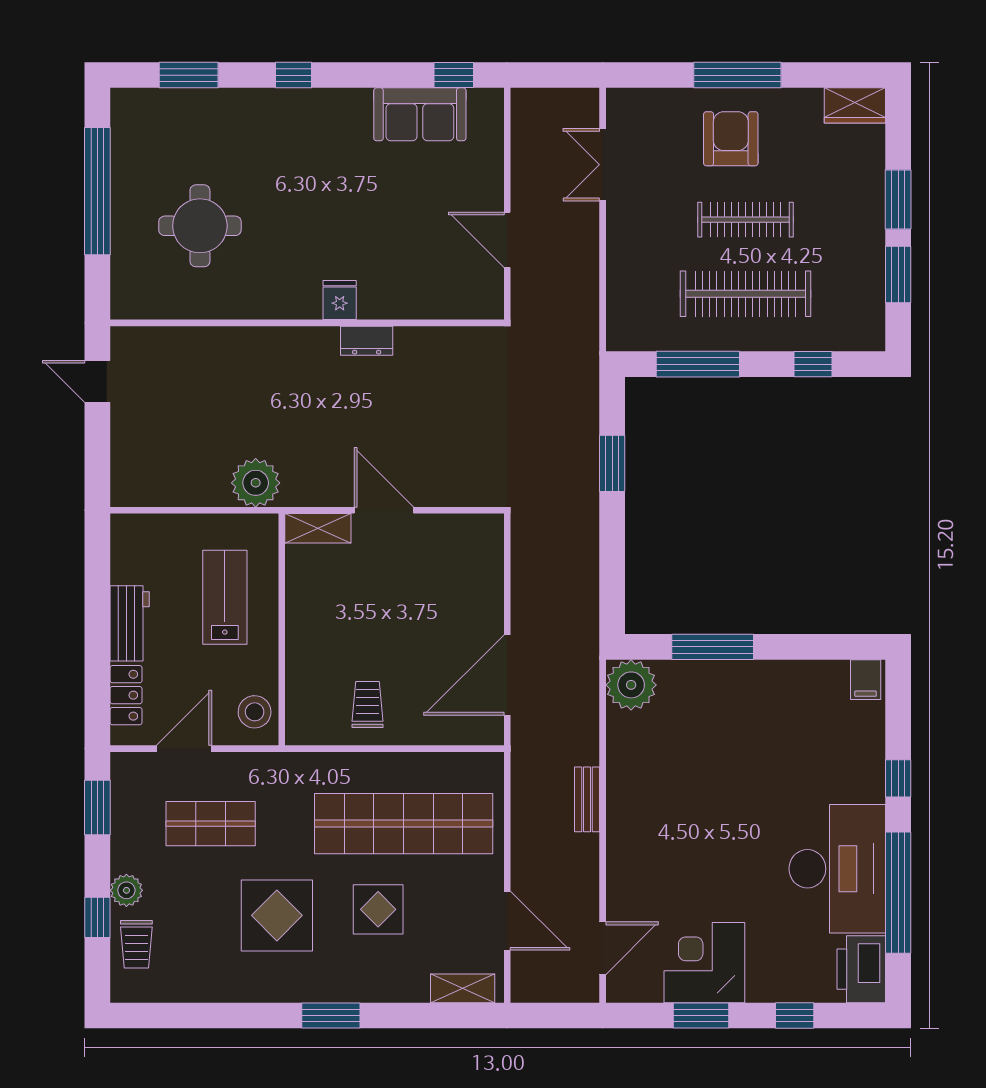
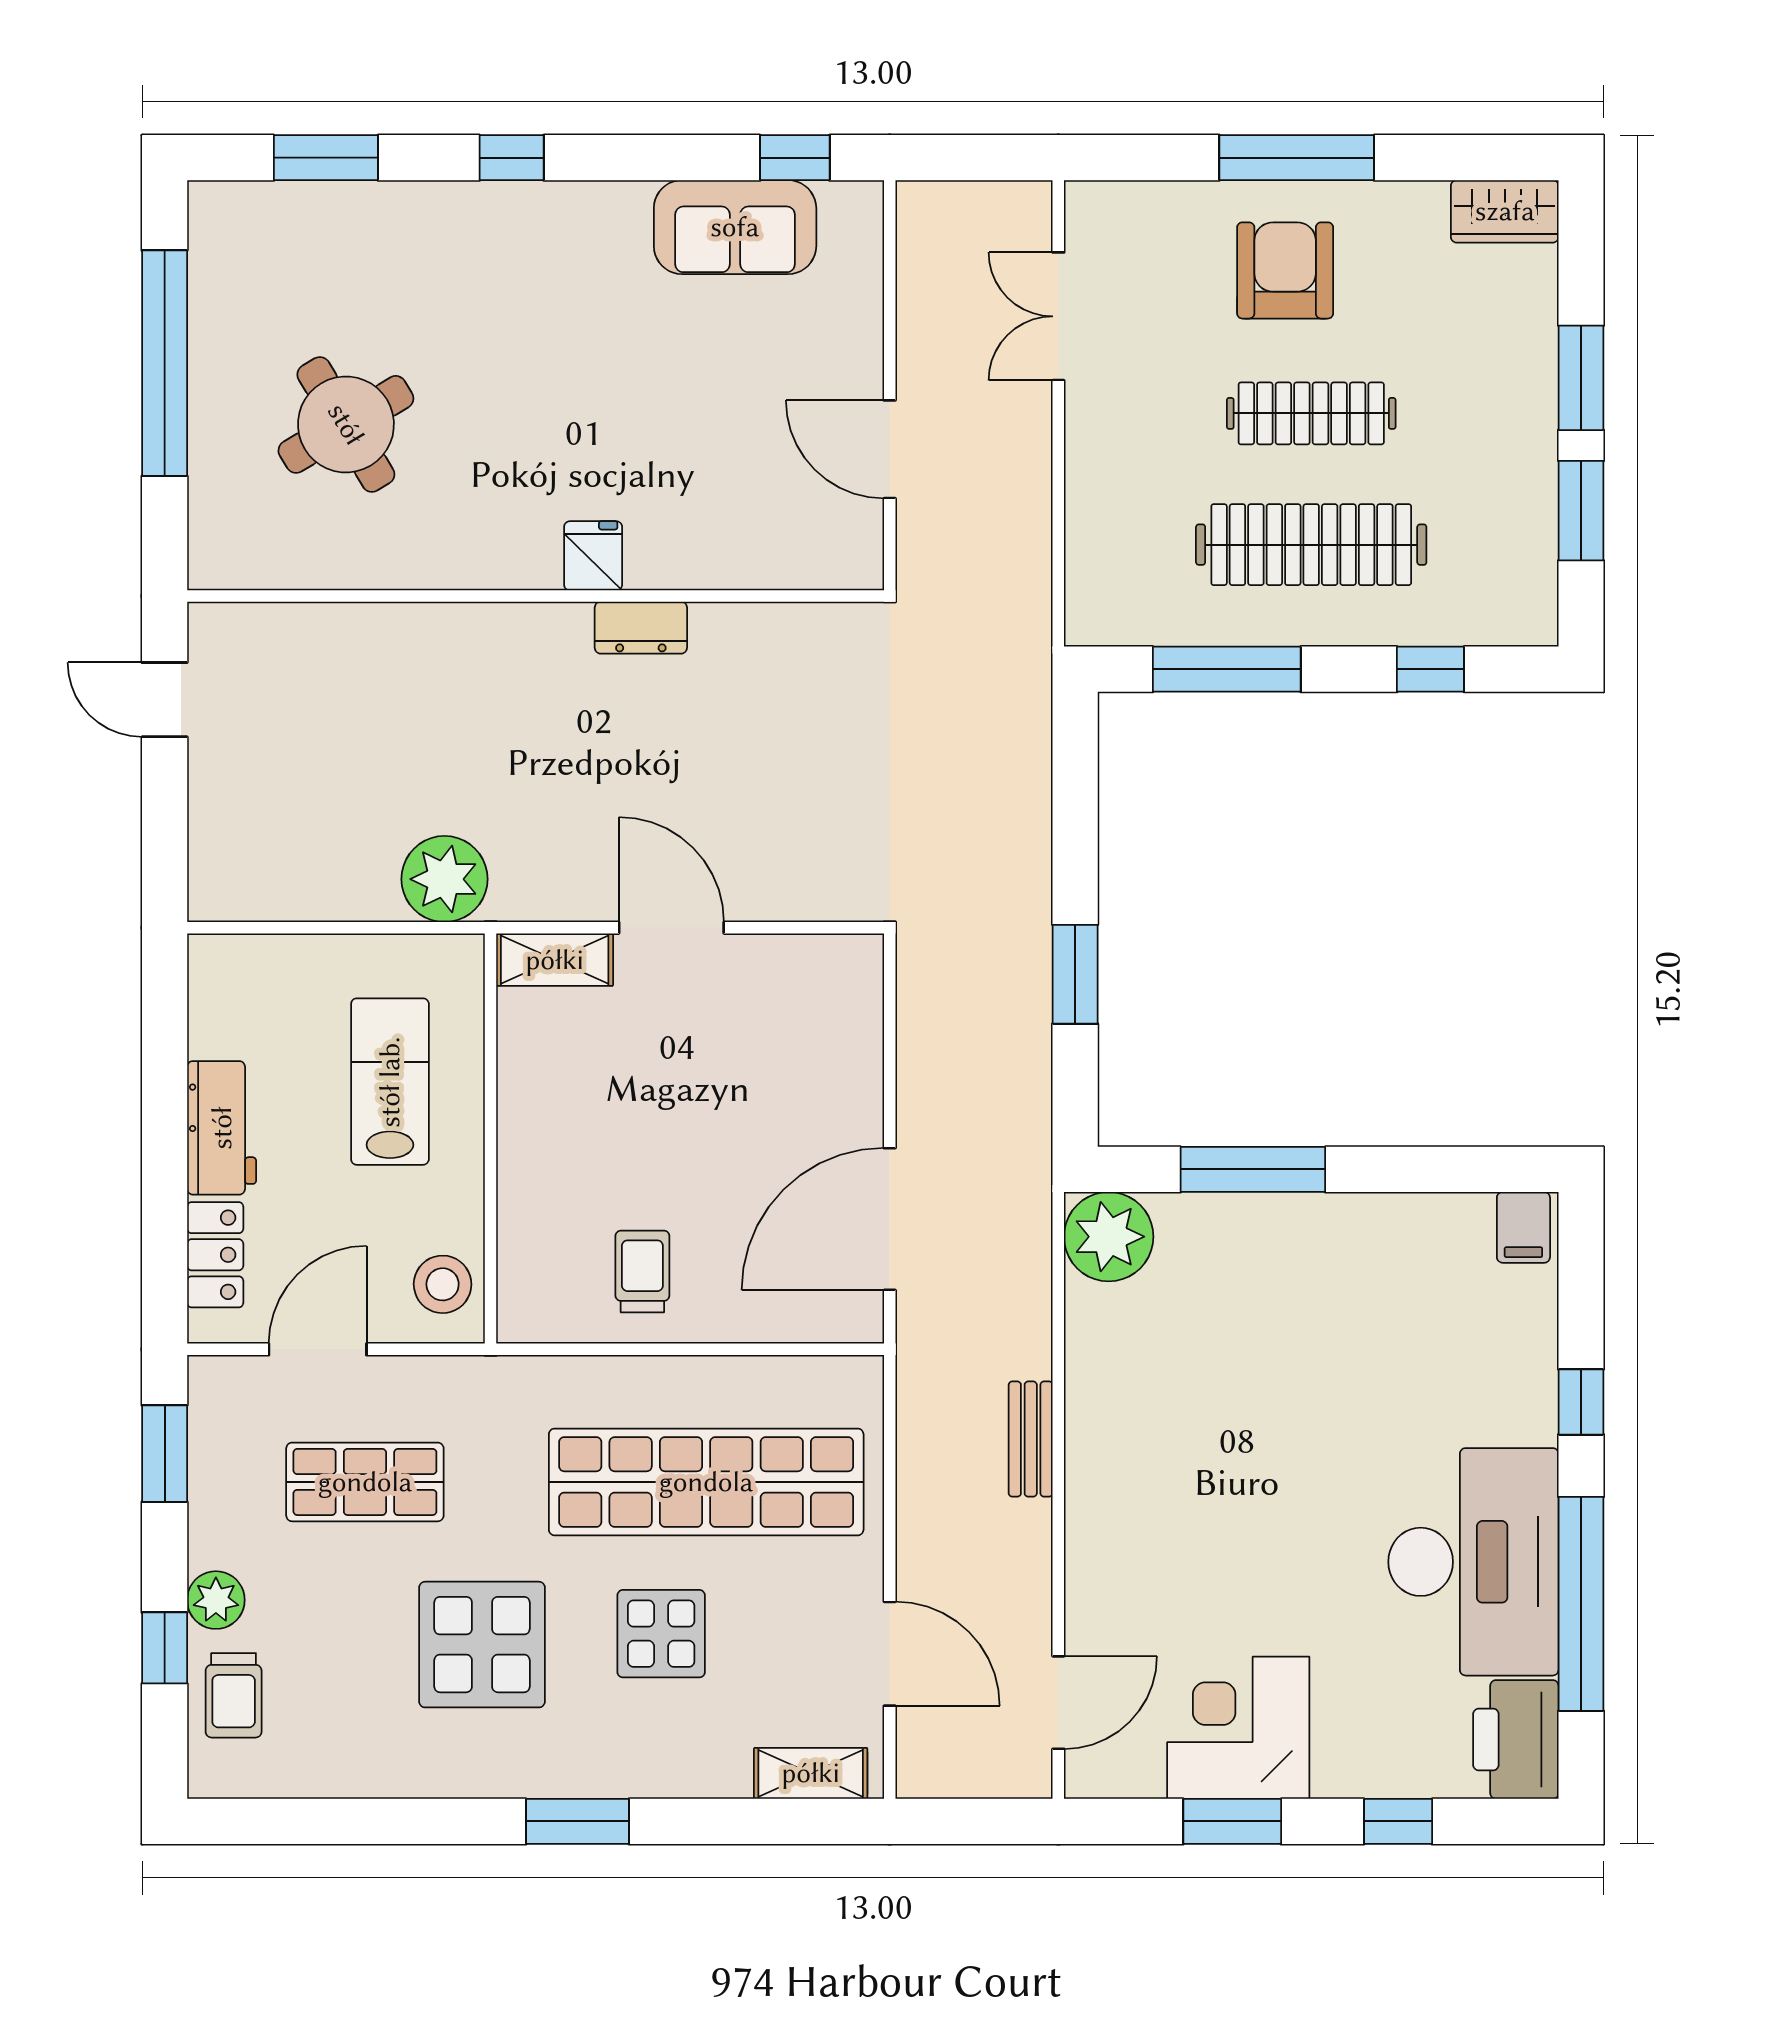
round table: (200, 226) -> (346, 424), turned -31
window: (612, 463) -> (1075, 974), moved

